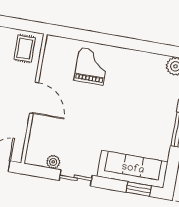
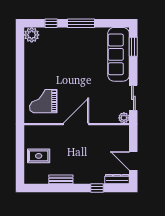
door: (34, 98) -> (76, 124), moved
wall: (34, 99) -> (77, 124), moved

